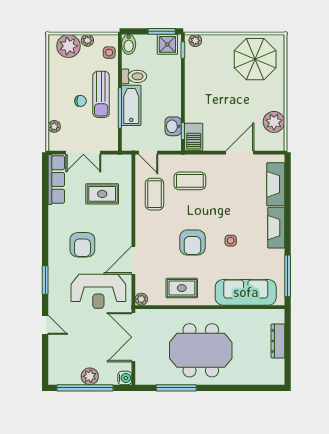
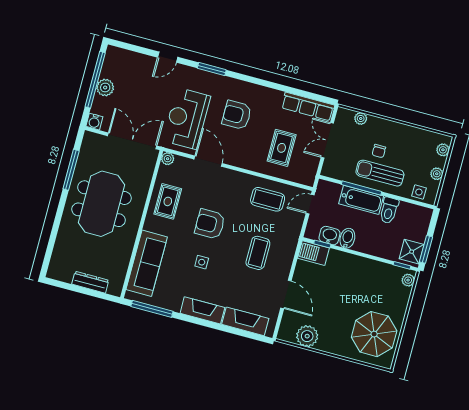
bidet: (129, 44) -> (347, 238), moved, turned 90
plant: (69, 46) -> (443, 150), width x0.53, depth x0.53
coffee table: (190, 181) -> (258, 253), moved

